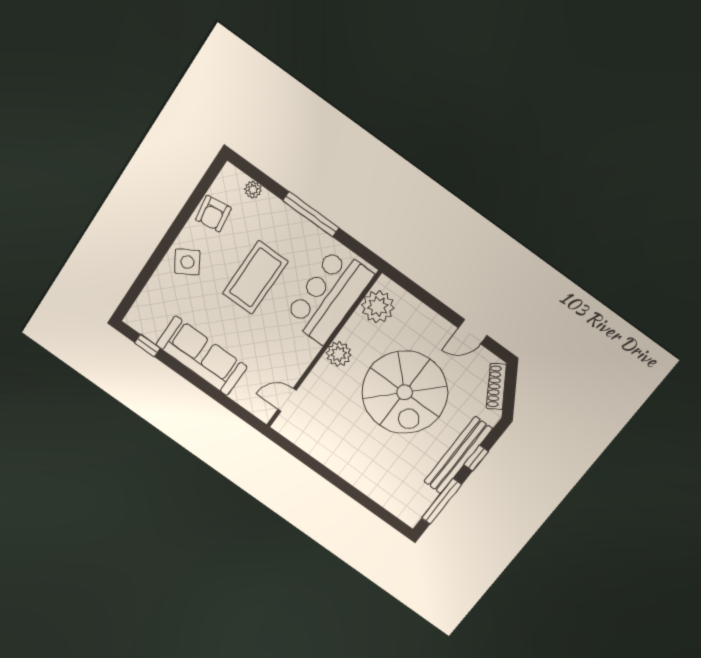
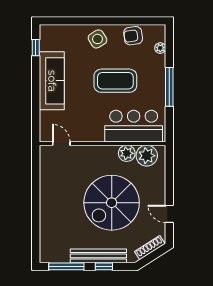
plant: (339, 354) -> (127, 153), moved

